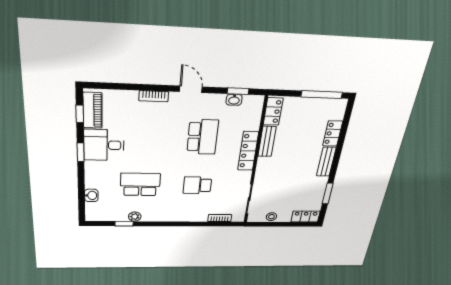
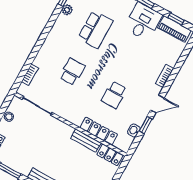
window: (238, 91) -> (146, 125), moved
school desk: (203, 137) -> (114, 95), width x0.54
locker: (248, 151) -> (99, 131), moved

